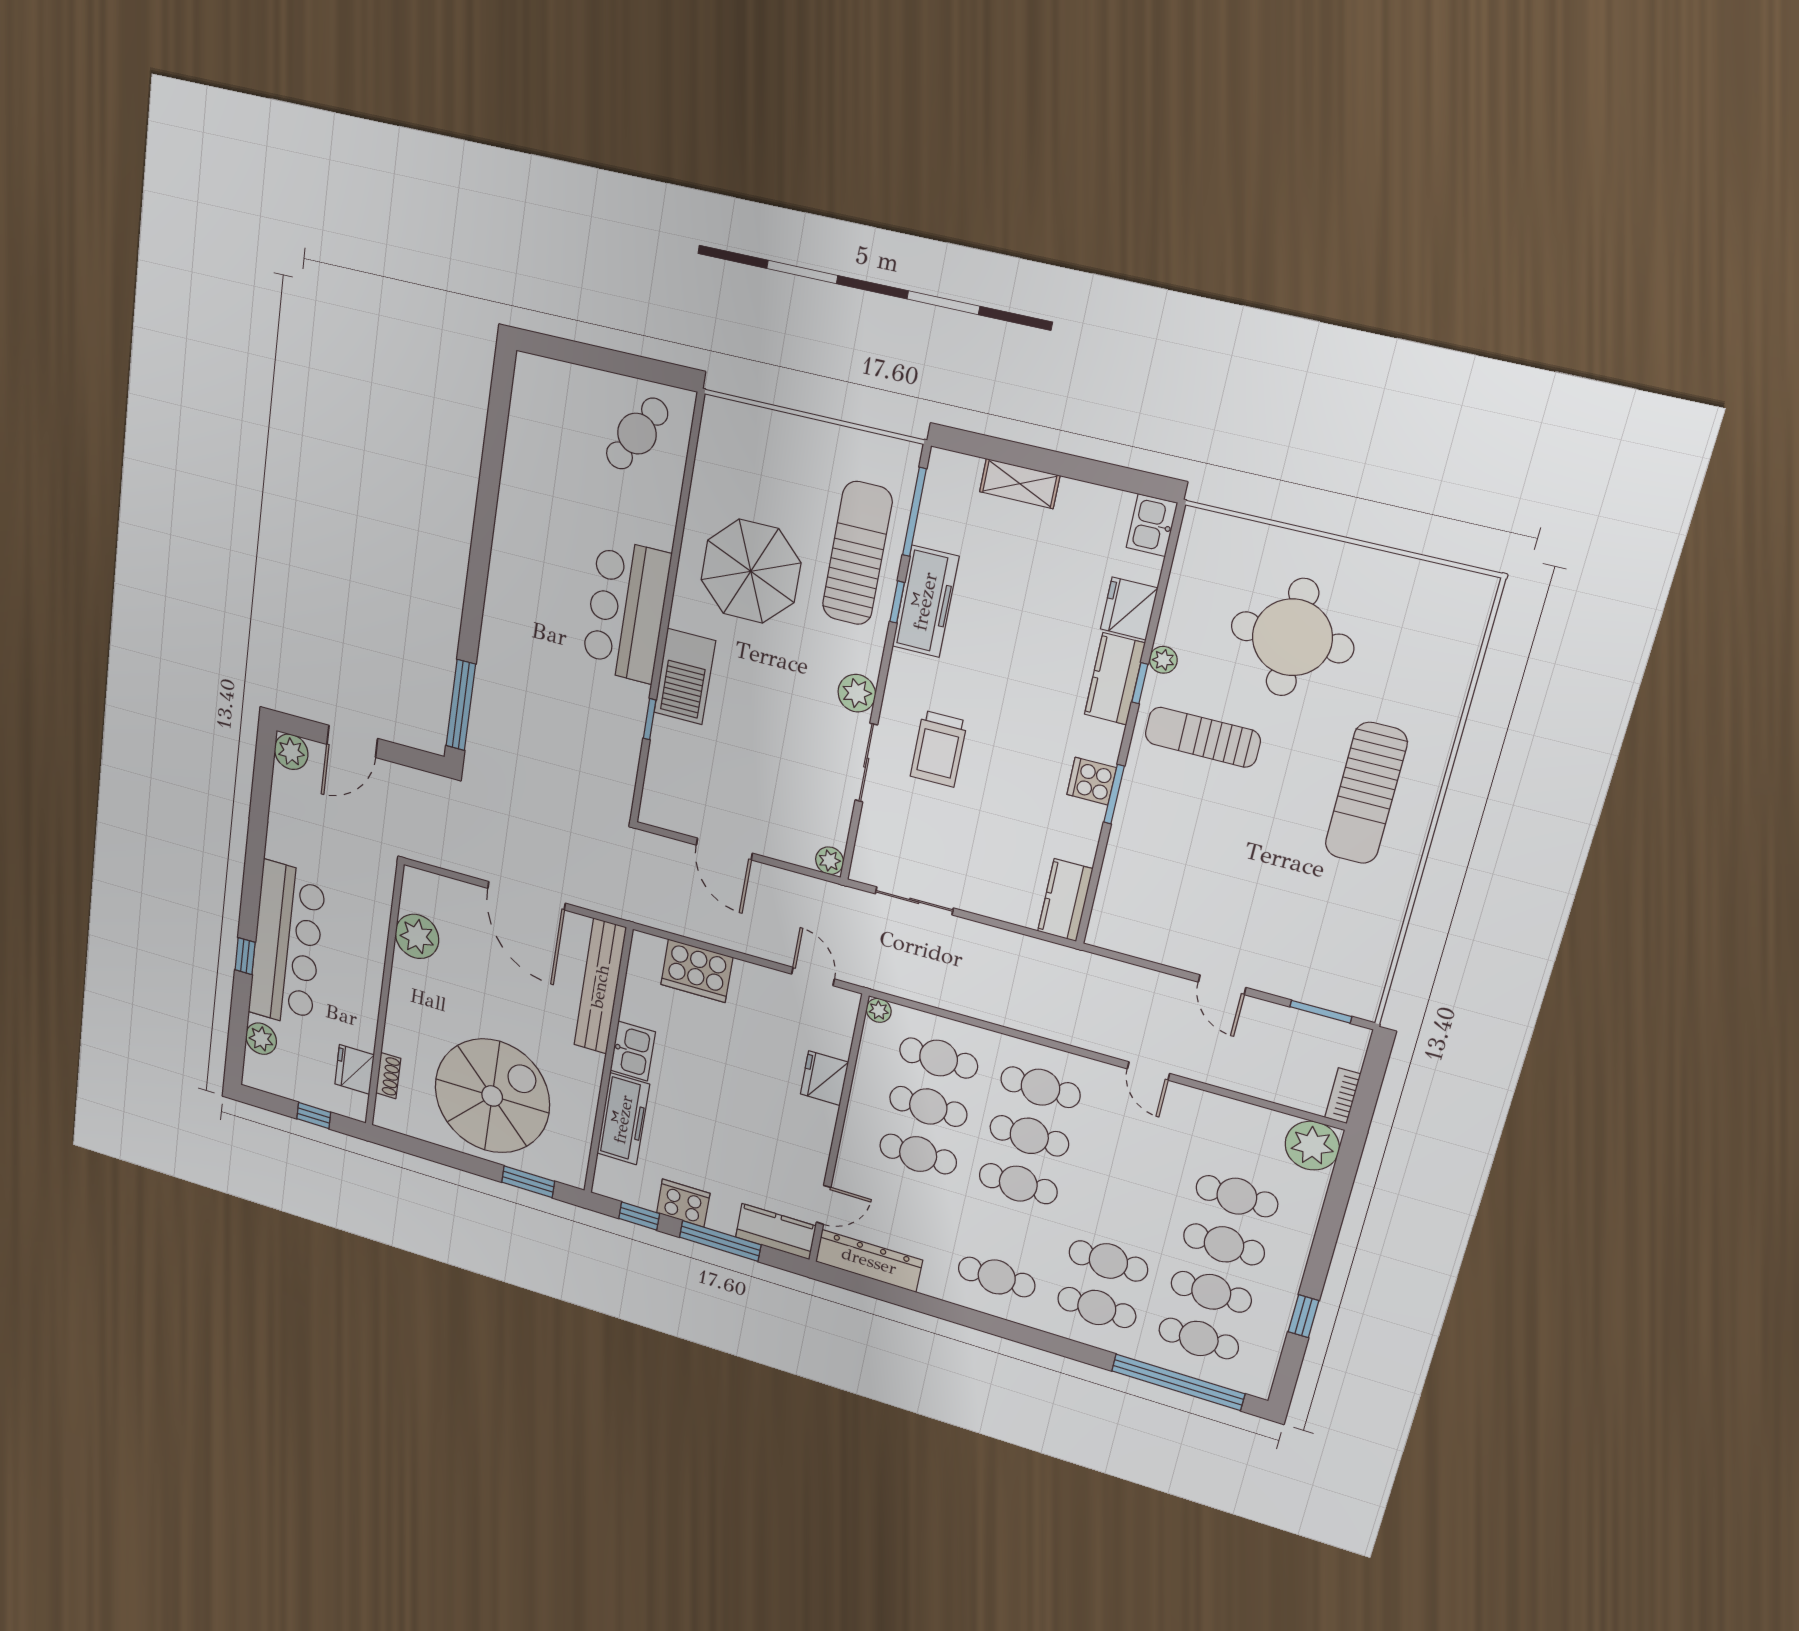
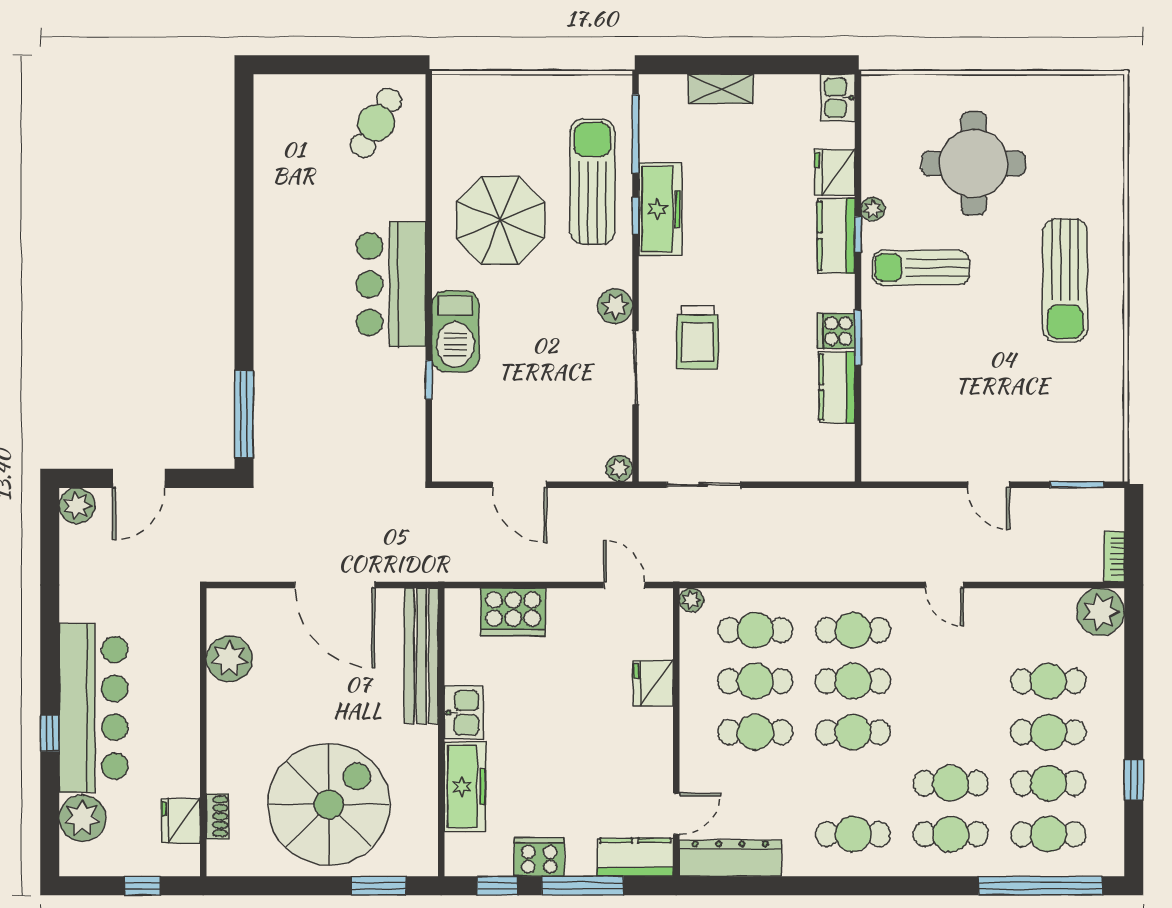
kitchen counter: (1065, 900) -> (837, 387), moved
plant: (261, 1039) -> (82, 818), width x1.36, depth x1.36

